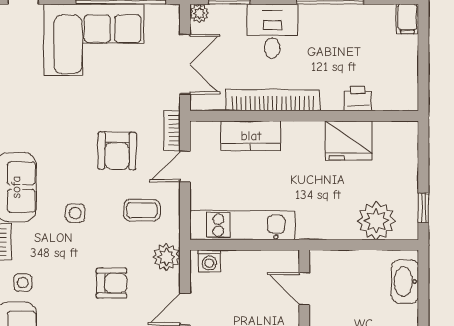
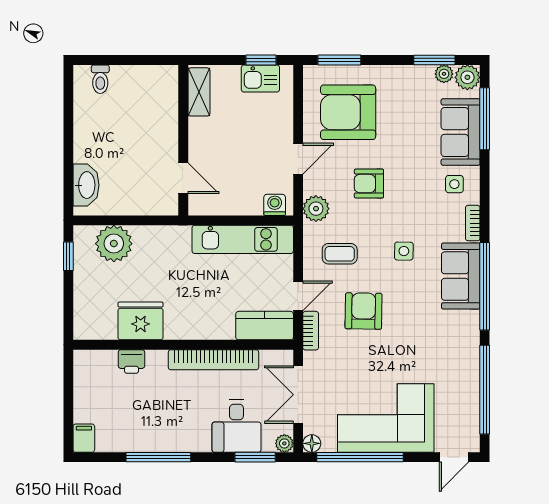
floor lamp: (171, 13) -> (312, 443), added
desk: (272, 31) -> (236, 426), moved
kitchen counter: (251, 136) -> (265, 326), moved

